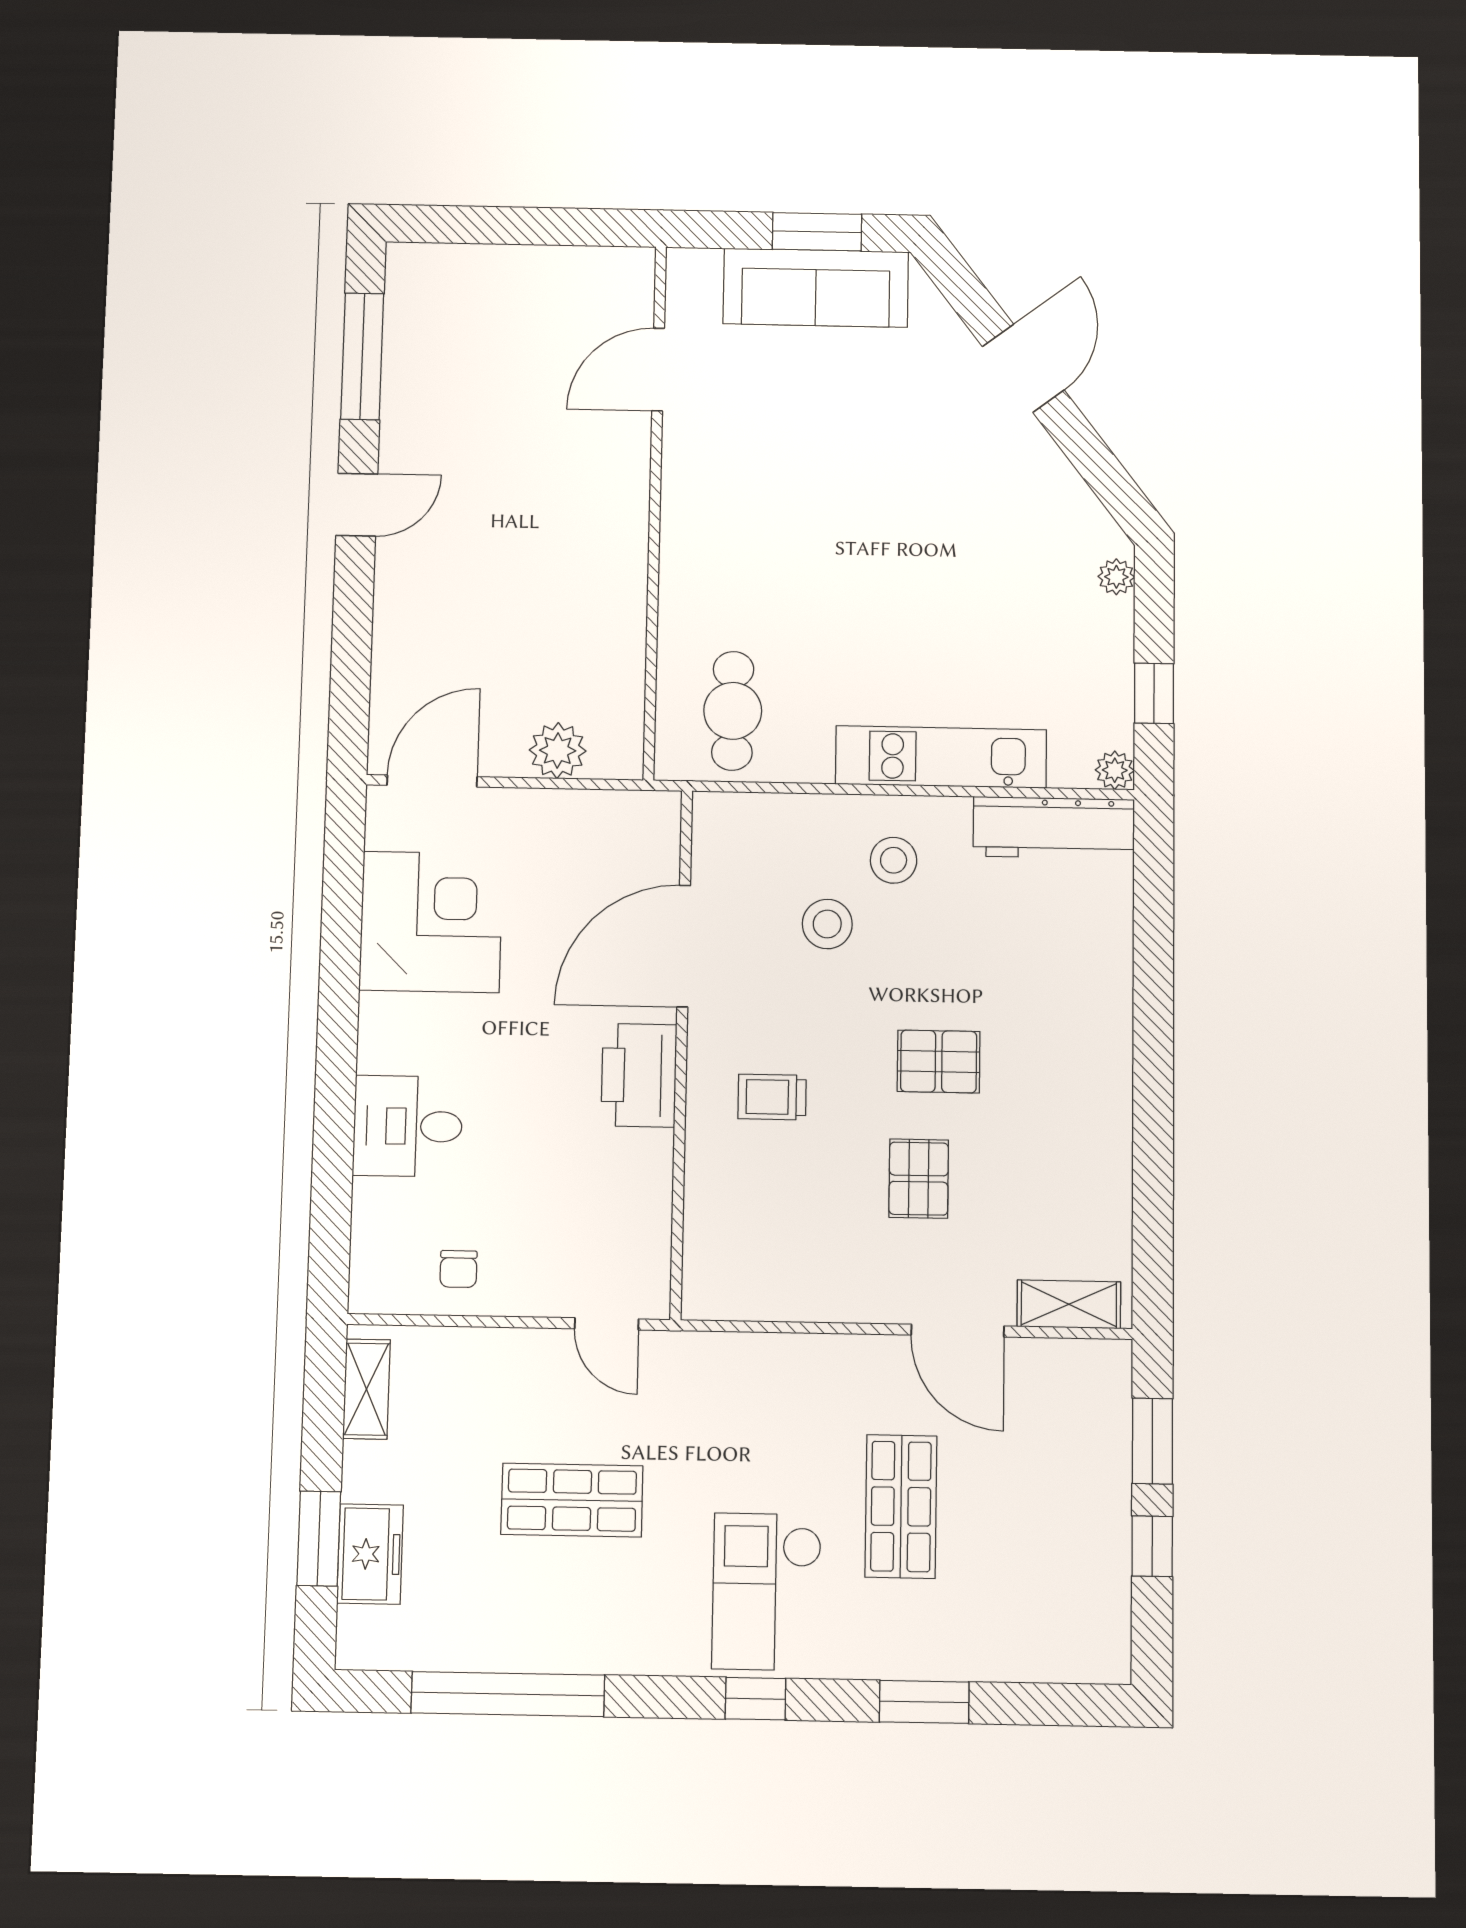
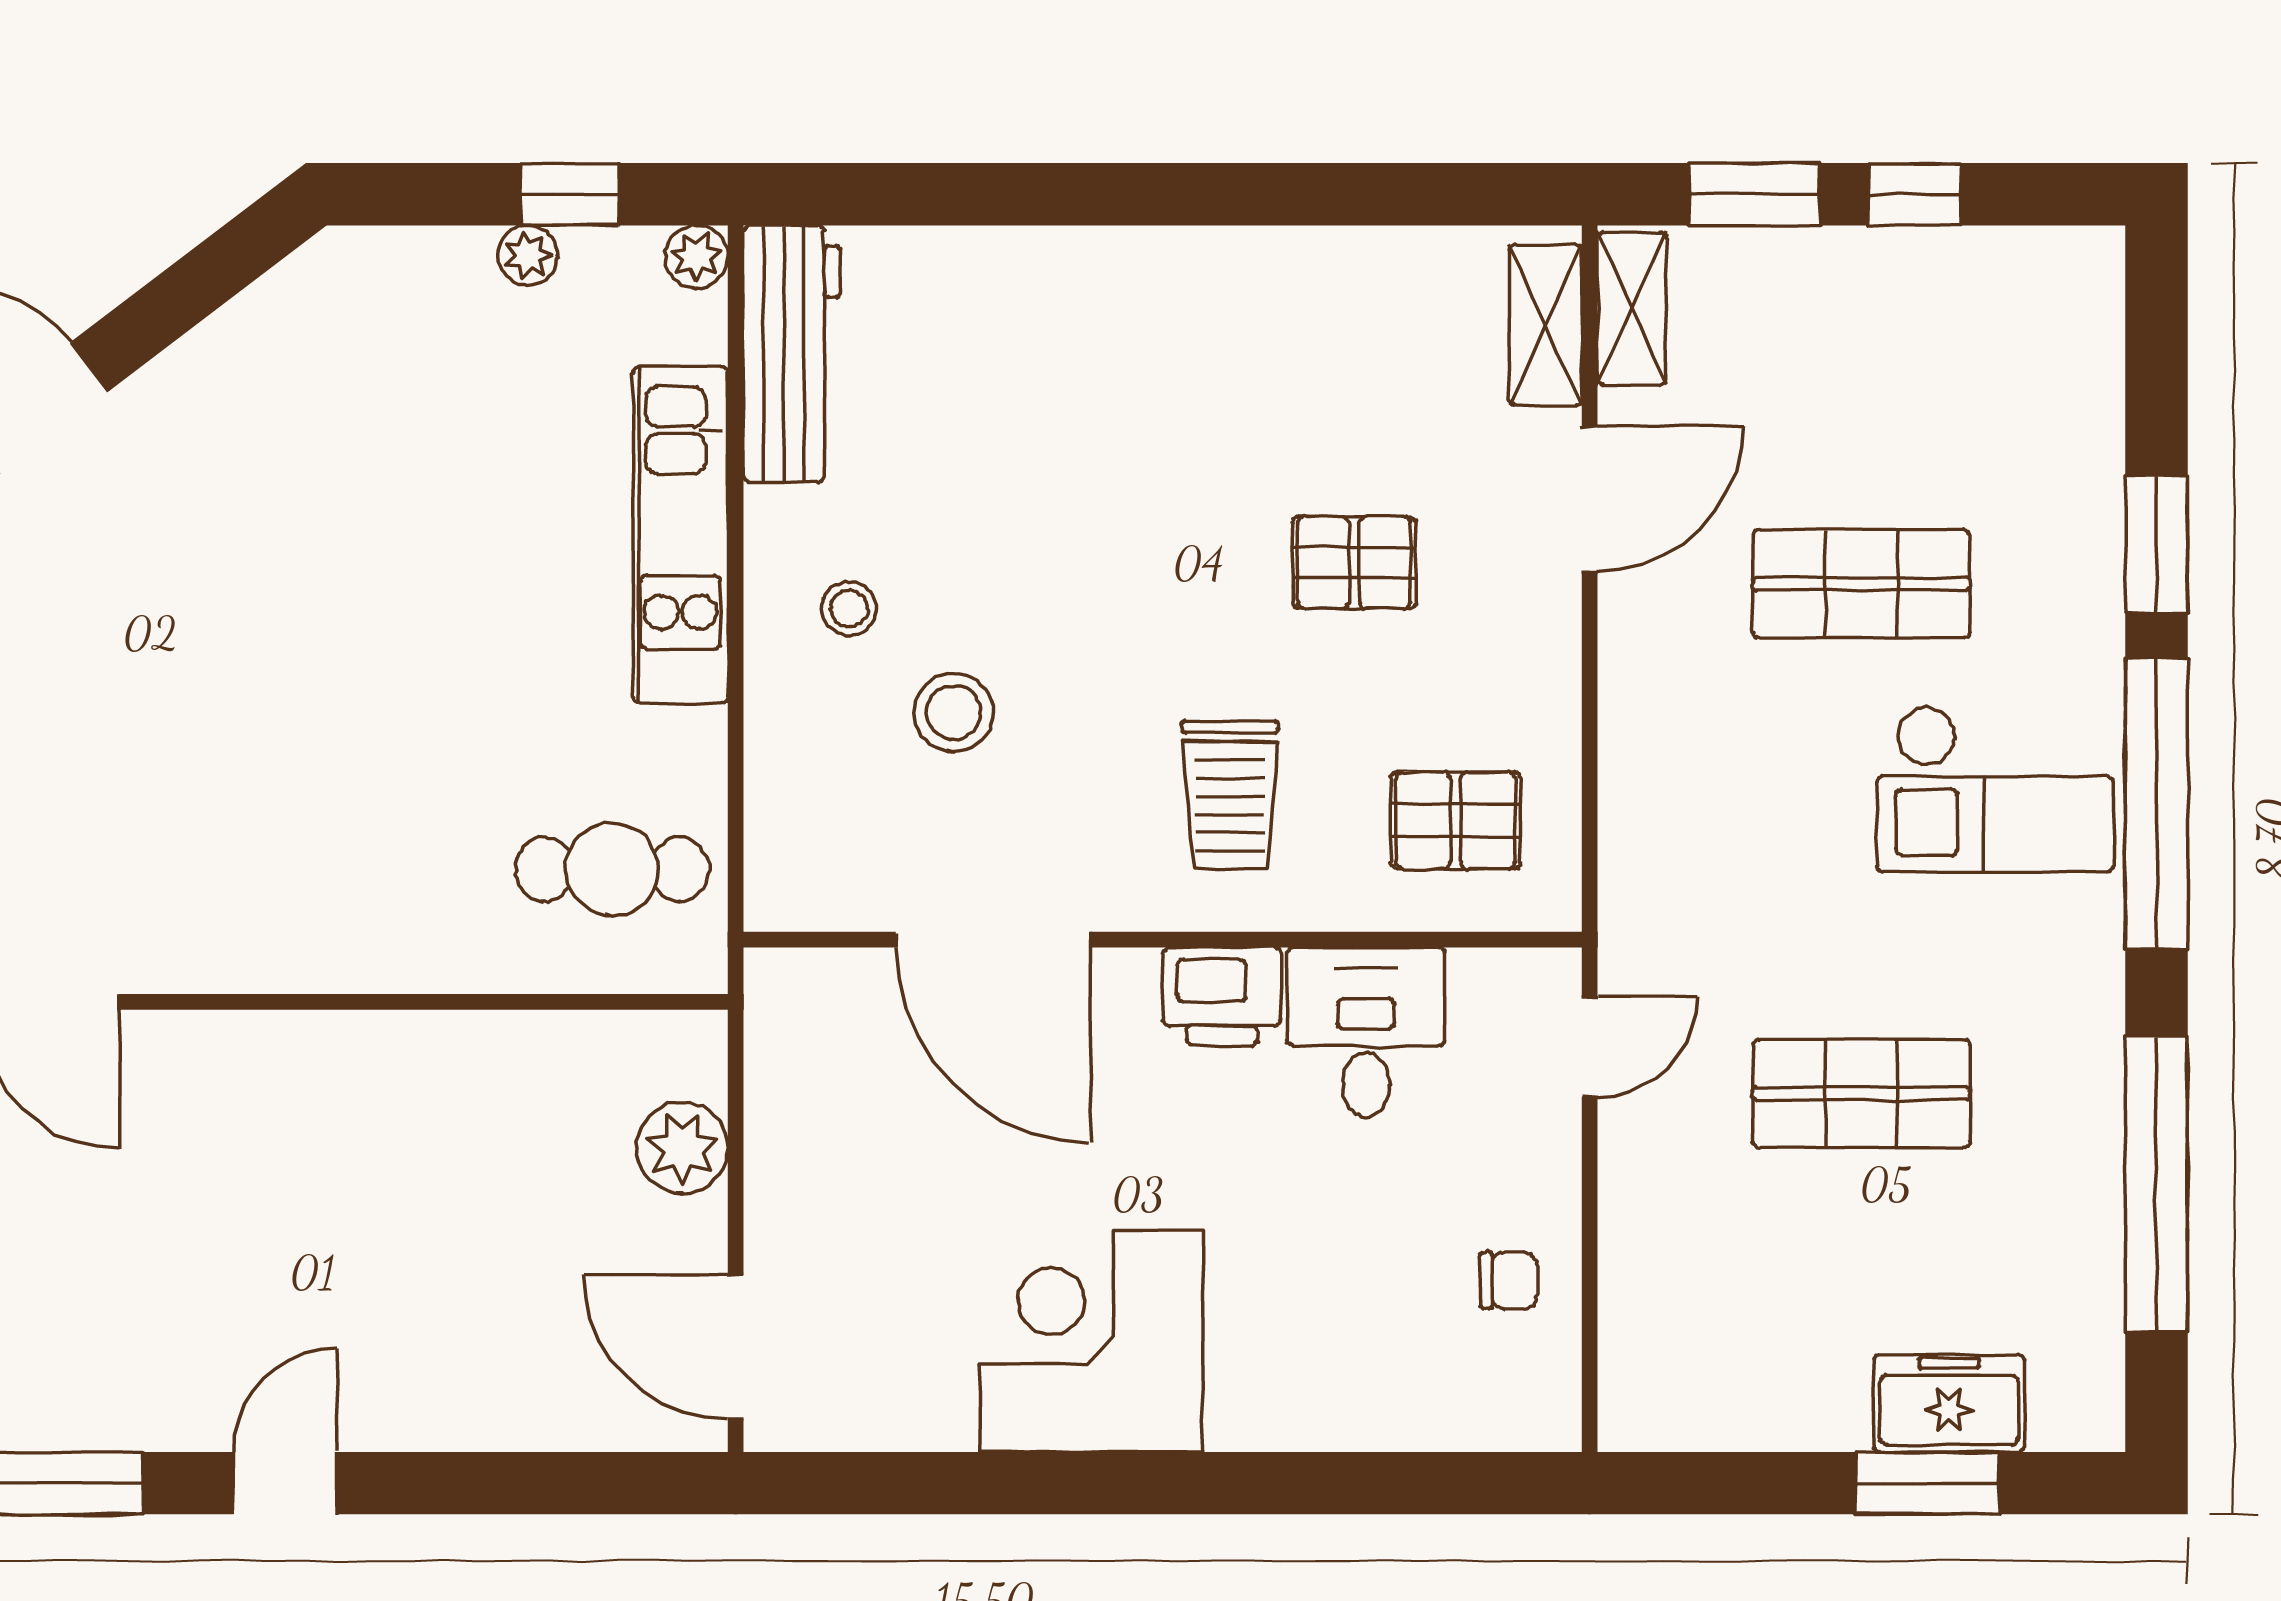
door: (357, 505) -> (285, 1483), hinge flipped
plant: (1116, 577) -> (528, 255), moved
stool: (894, 860) -> (849, 609), width x0.73, depth x0.73
corner desk: (431, 922) -> (1091, 1341), moved
pallet: (939, 1061) -> (1456, 820), moved, turned 90
printer: (639, 1075) -> (1222, 996), width x0.73, depth x0.84
trolley: (772, 1097) -> (1230, 795), width x1.36, depth x1.39
desk: (408, 1126) -> (1366, 1032), moved, turned 180
shelving: (366, 1389) -> (1632, 309), moved, turned 90
shop shelf: (572, 1500) -> (1861, 1094), turned 90
window: (756, 1699) -> (2156, 804), width x3.17

